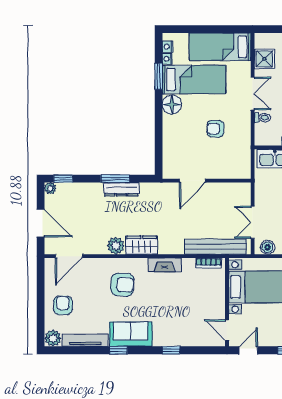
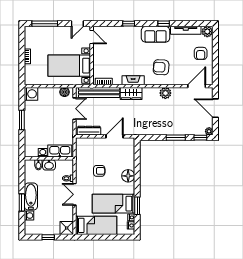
shower: (264, 59) -> (67, 228), moved
floor lamp: (172, 105) -> (128, 176), moved
window: (115, 179) -> (176, 138), moved
dresser: (121, 189) -> (89, 131), moved
wardrobe: (142, 245) -> (131, 93), moved

